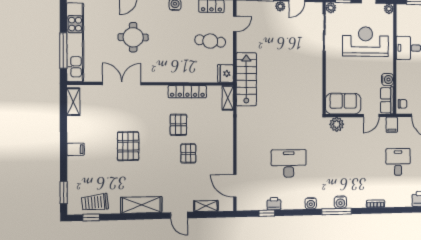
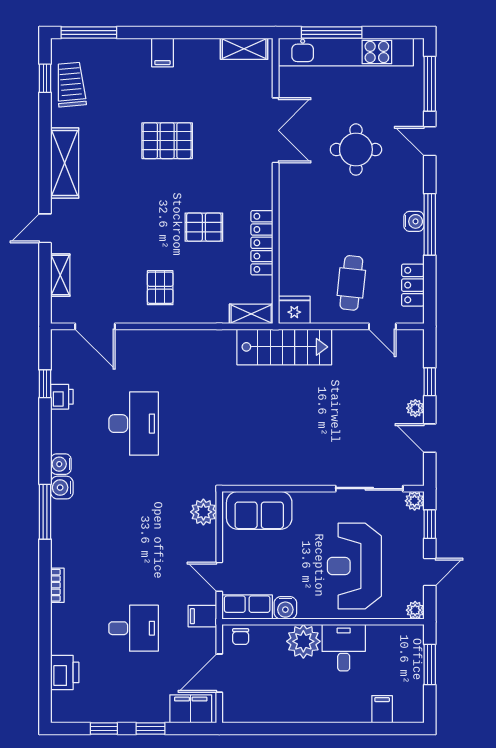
reception desk: (366, 42) -> (354, 566), turned 180
plant: (405, 70) -> (303, 641), added
sofa: (343, 104) -> (259, 510), moved, turned 90
pallet: (188, 153) -> (160, 288), moved, turned 90
door: (235, 186) -> (95, 326), swing flipped
window: (64, 192) -> (89, 32), width x1.44
water cooler: (340, 202) -> (62, 488), moved

